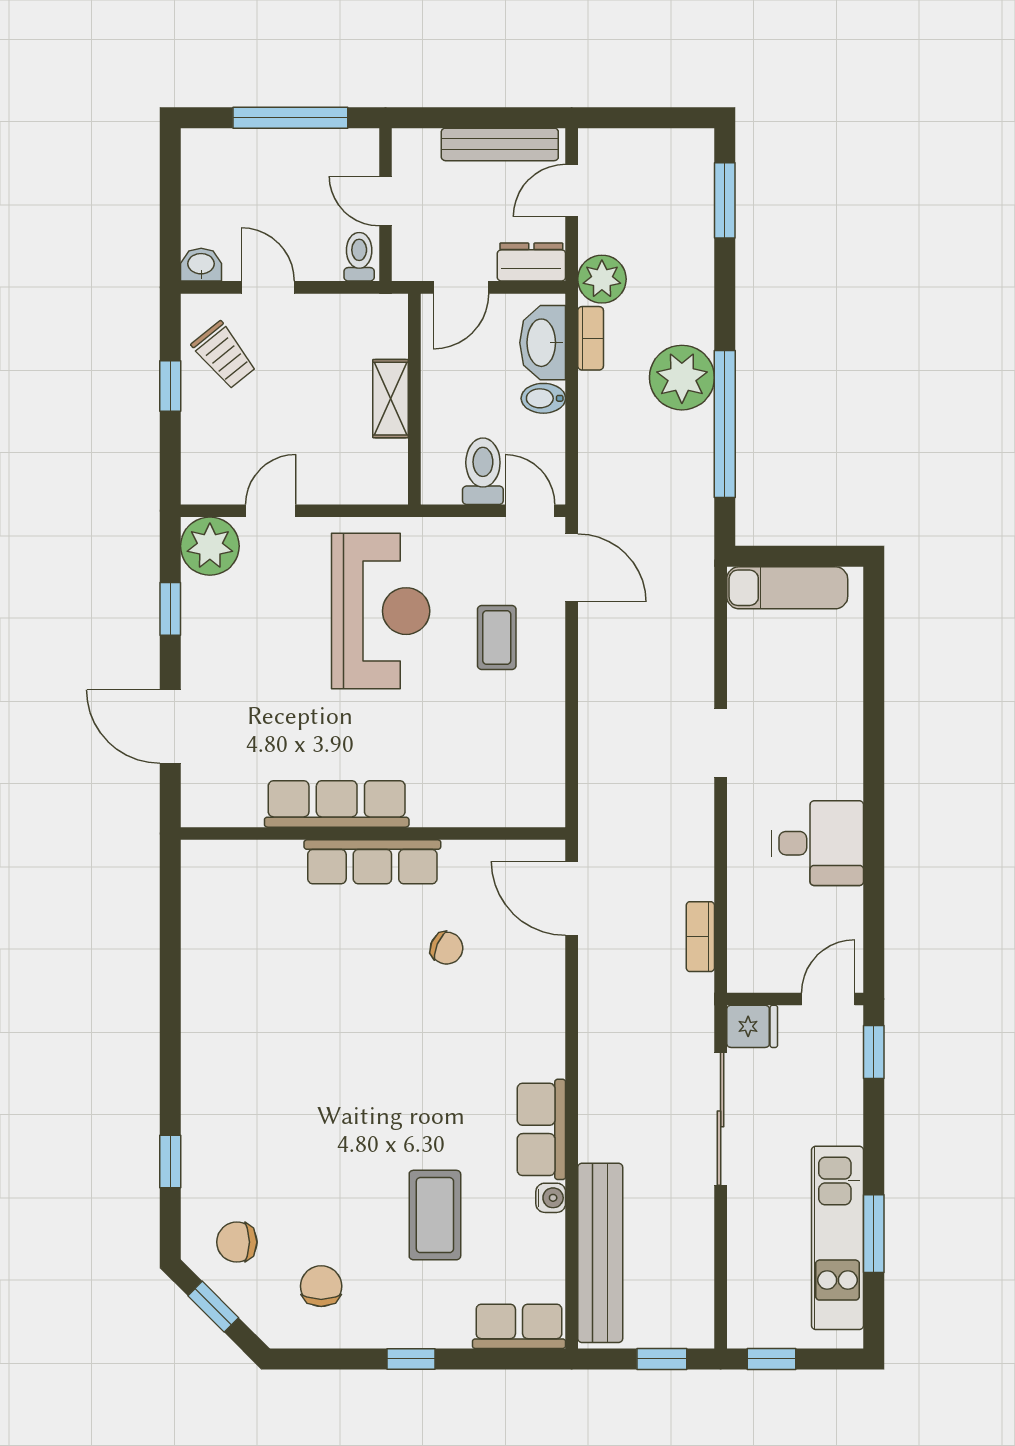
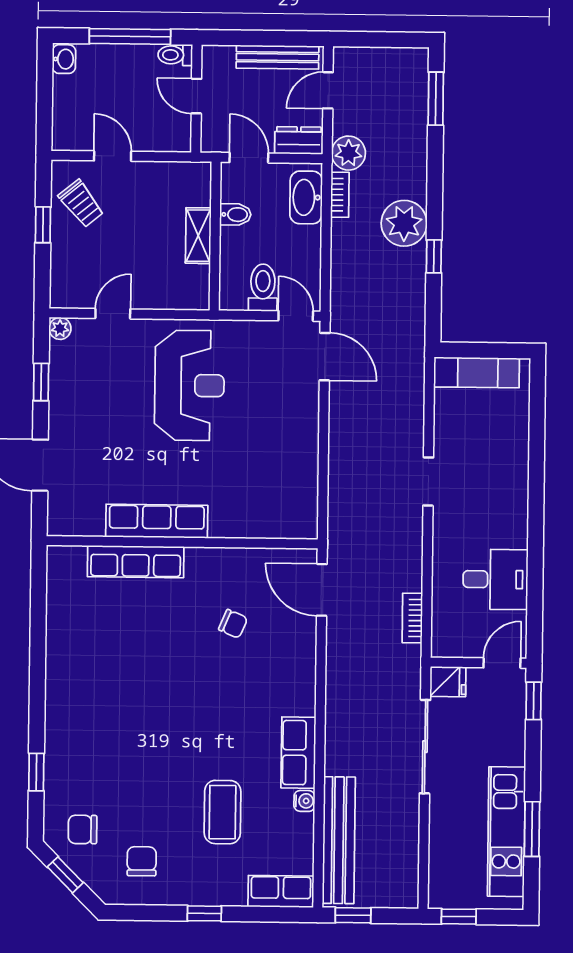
toilet: (359, 257) -> (175, 55), moved, turned -90
washbasin: (201, 265) -> (64, 59), moved, turned 90
door: (461, 287) -> (249, 158), swing flipped
bidet: (543, 398) -> (235, 215), moved, turned 180
window: (725, 424) -> (434, 256), width x0.32
plant: (210, 546) -> (60, 328), width x0.53, depth x0.53
coffee table: (497, 638) -> (271, 405), removed
desk: (818, 843) -> (495, 579), moved
row of seats: (372, 862) -> (136, 562), moved
window: (662, 1359) -> (353, 915), moved

